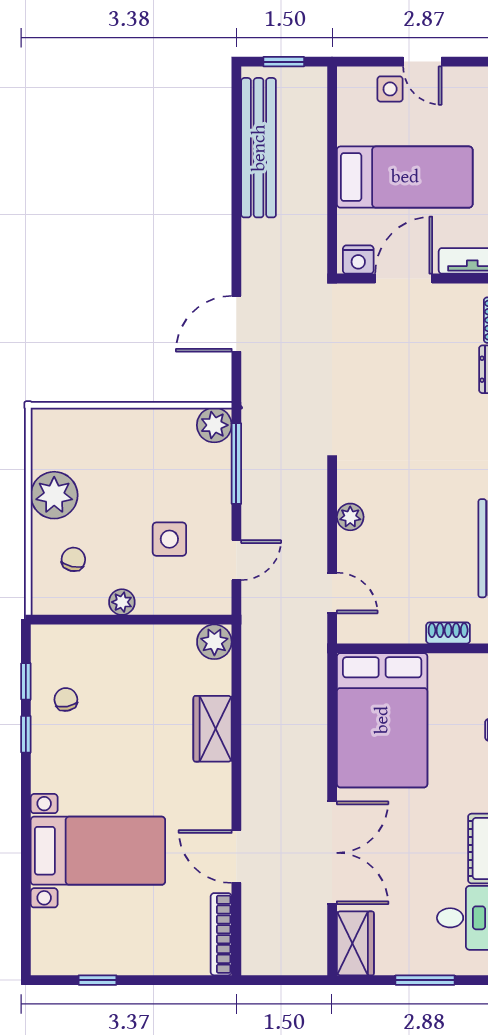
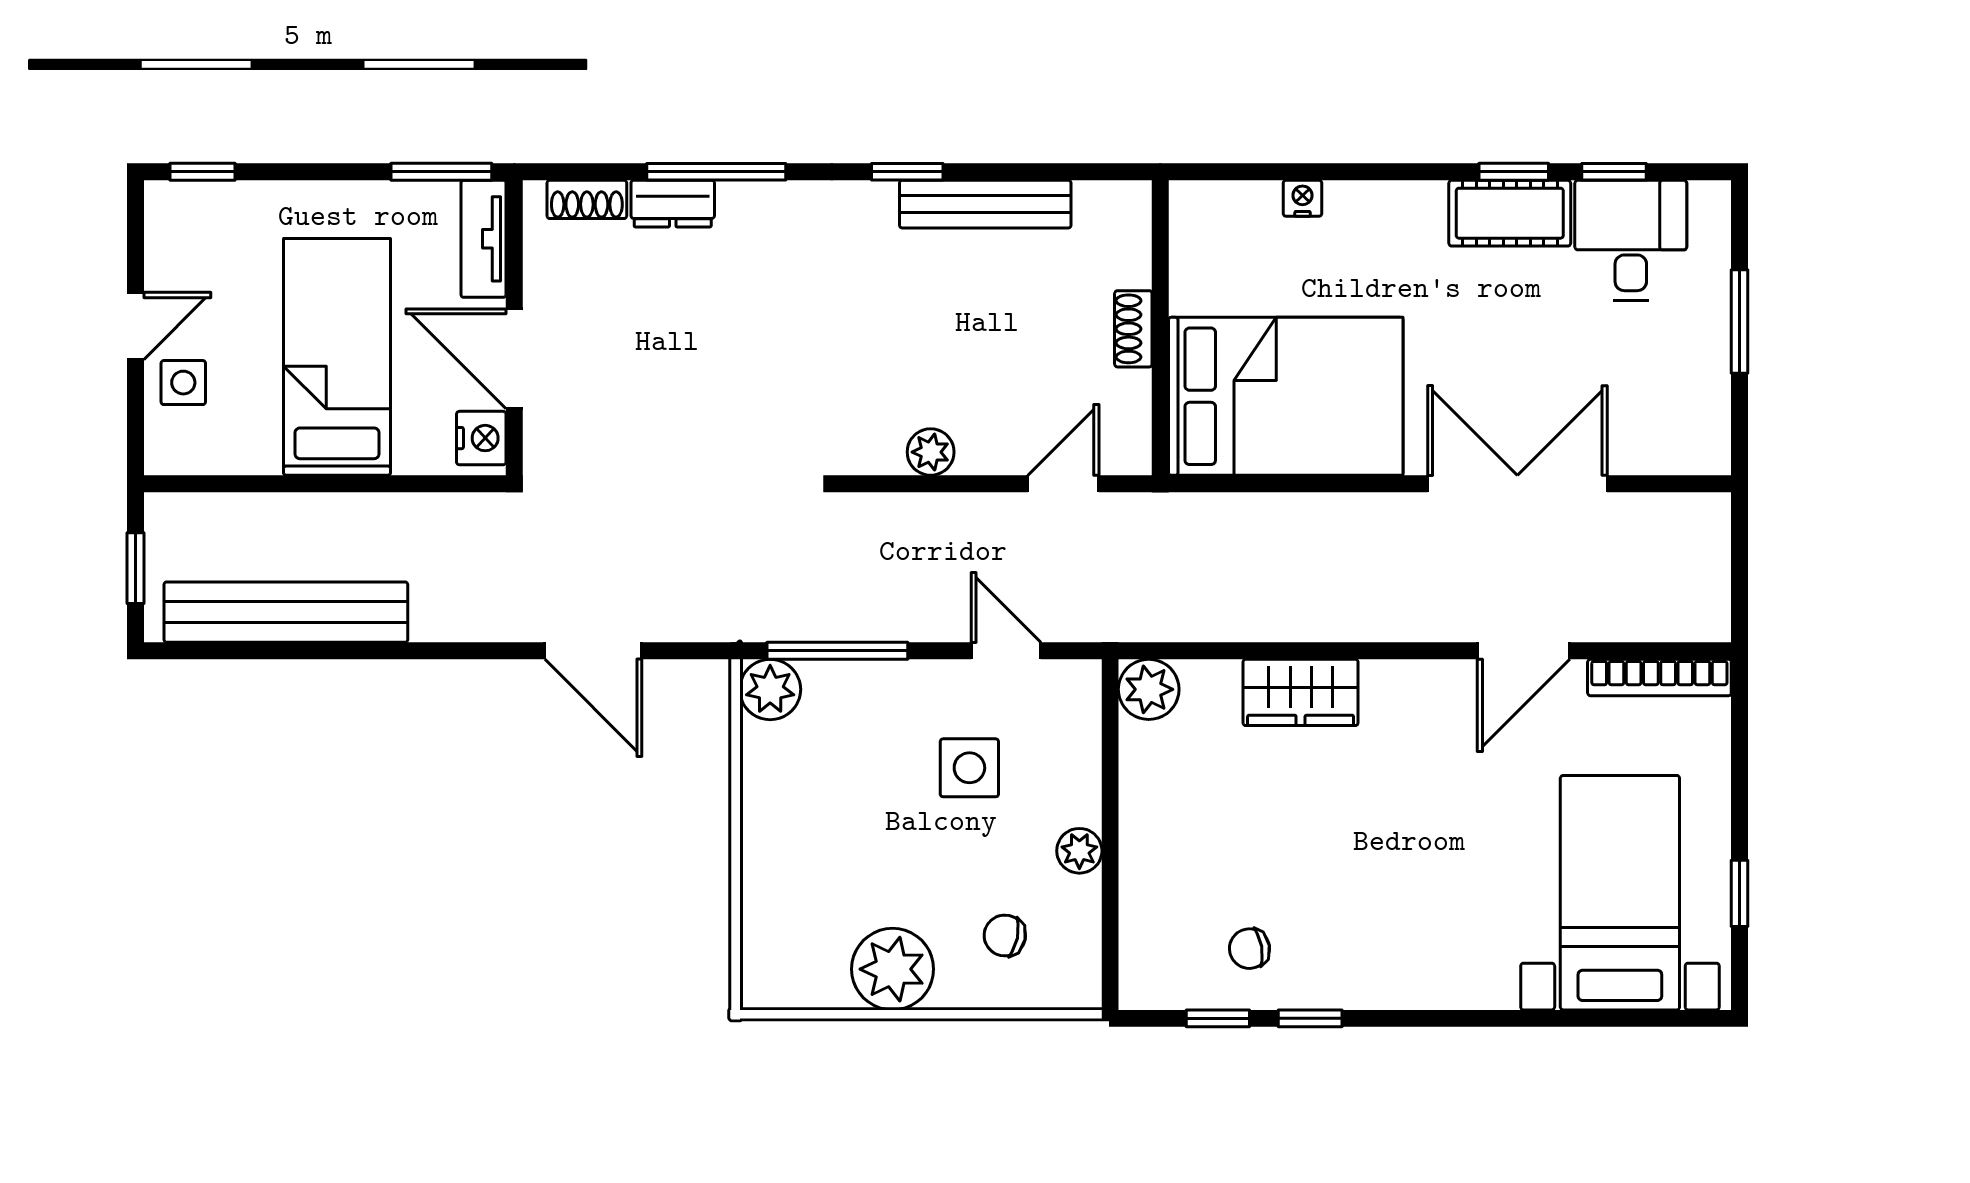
shoe rack: (448, 633) -> (1133, 329), moved
bed with nightstands: (98, 851) -> (1620, 893), moved
wardrobe: (355, 943) -> (1675, 443), removed

